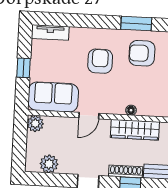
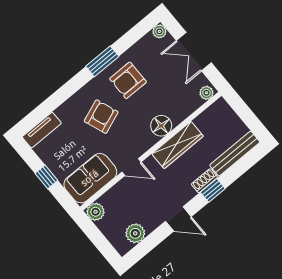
armchair: (100, 61) -> (101, 117), turned 69
floor lamp: (131, 110) -> (161, 126), width x1.89, depth x1.89
door: (89, 116) -> (132, 167), hinge flipped
shoe rack: (126, 171) -> (204, 181), width x0.70

